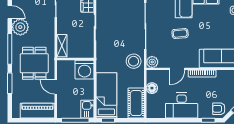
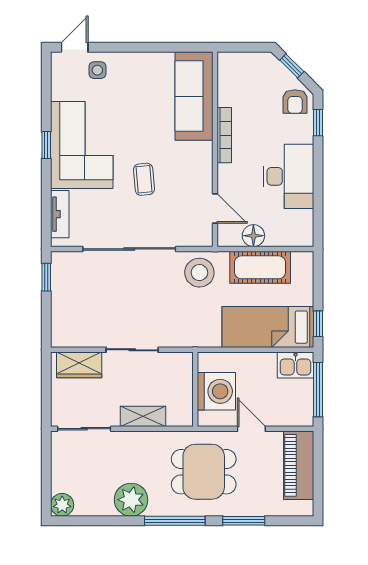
door: (10, 12) -> (101, 521), removed
shelving: (62, 46) -> (143, 416), moved
plant: (152, 62) -> (201, 235), removed
door: (177, 69) -> (215, 208), moved
washing machine: (85, 70) -> (216, 391), moved
door: (56, 87) -> (251, 429), swing flipped
cot: (136, 103) -> (260, 267), moved

